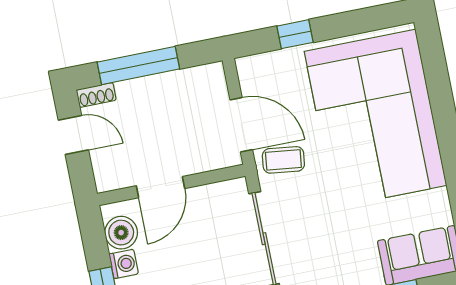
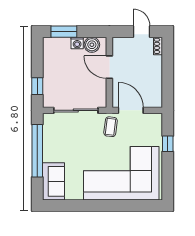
window: (138, 66) -> (168, 68), removed
door: (241, 125) -> (131, 110), swing flipped
door: (73, 135) -> (142, 32), swing flipped

